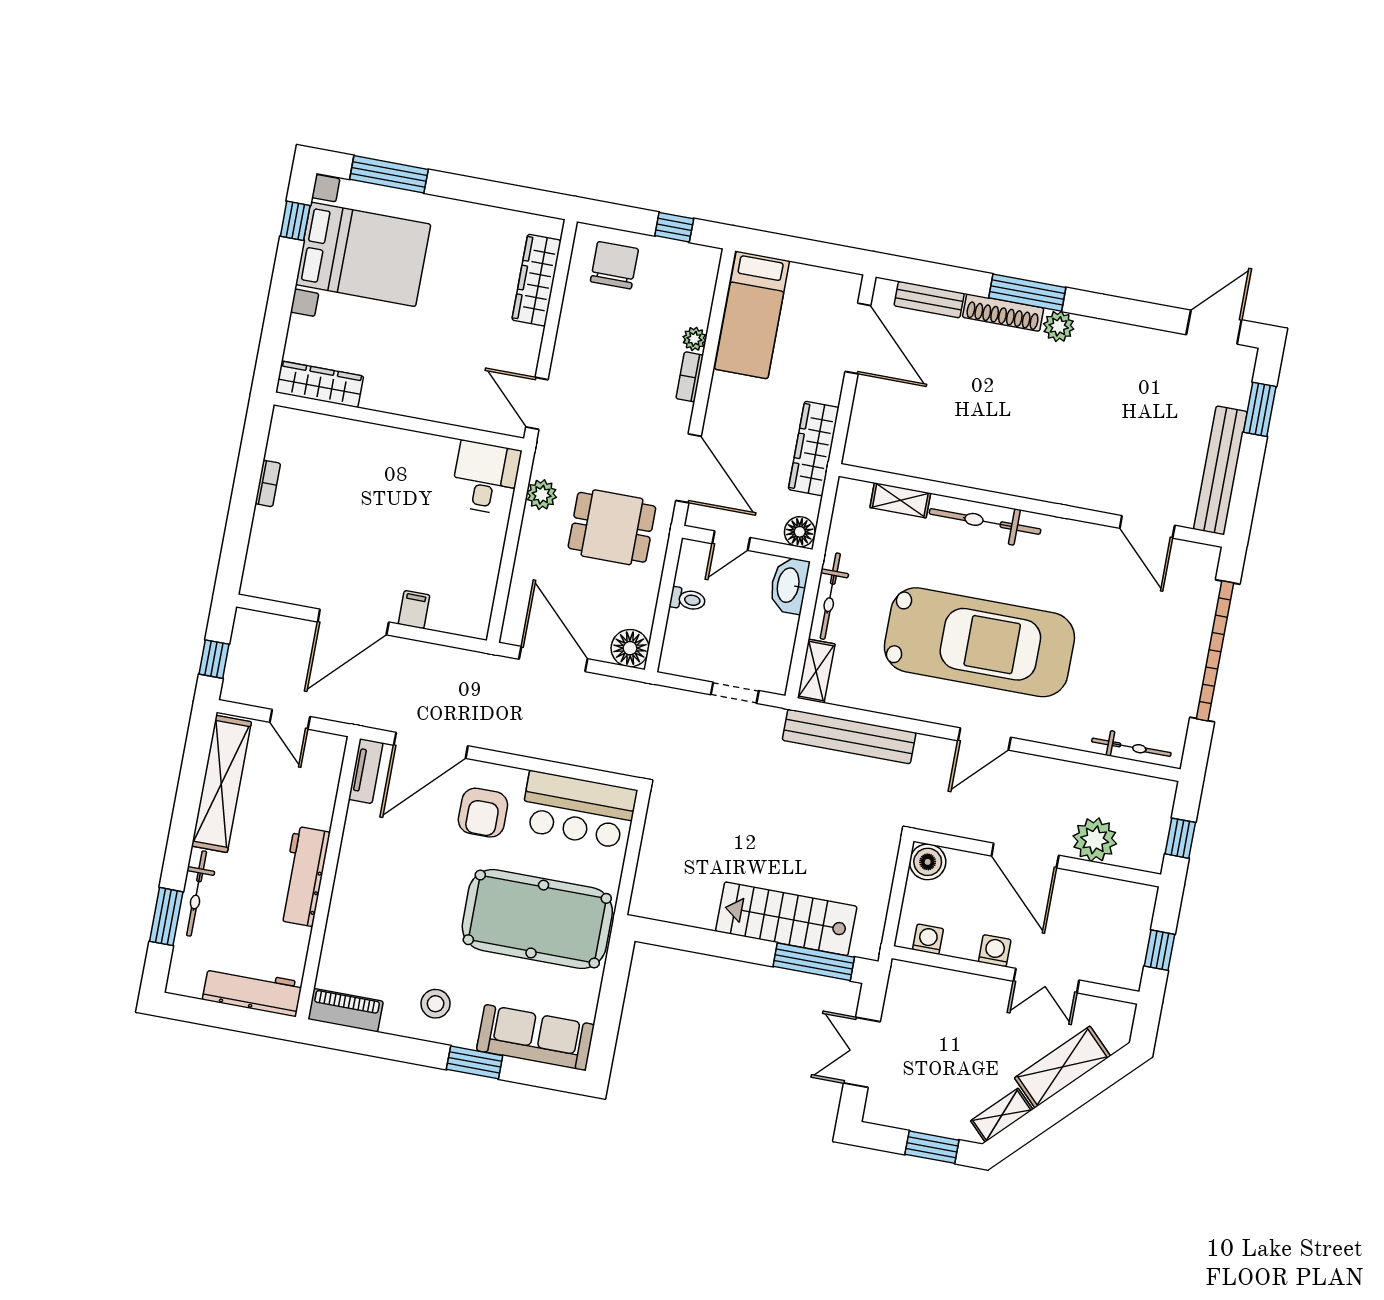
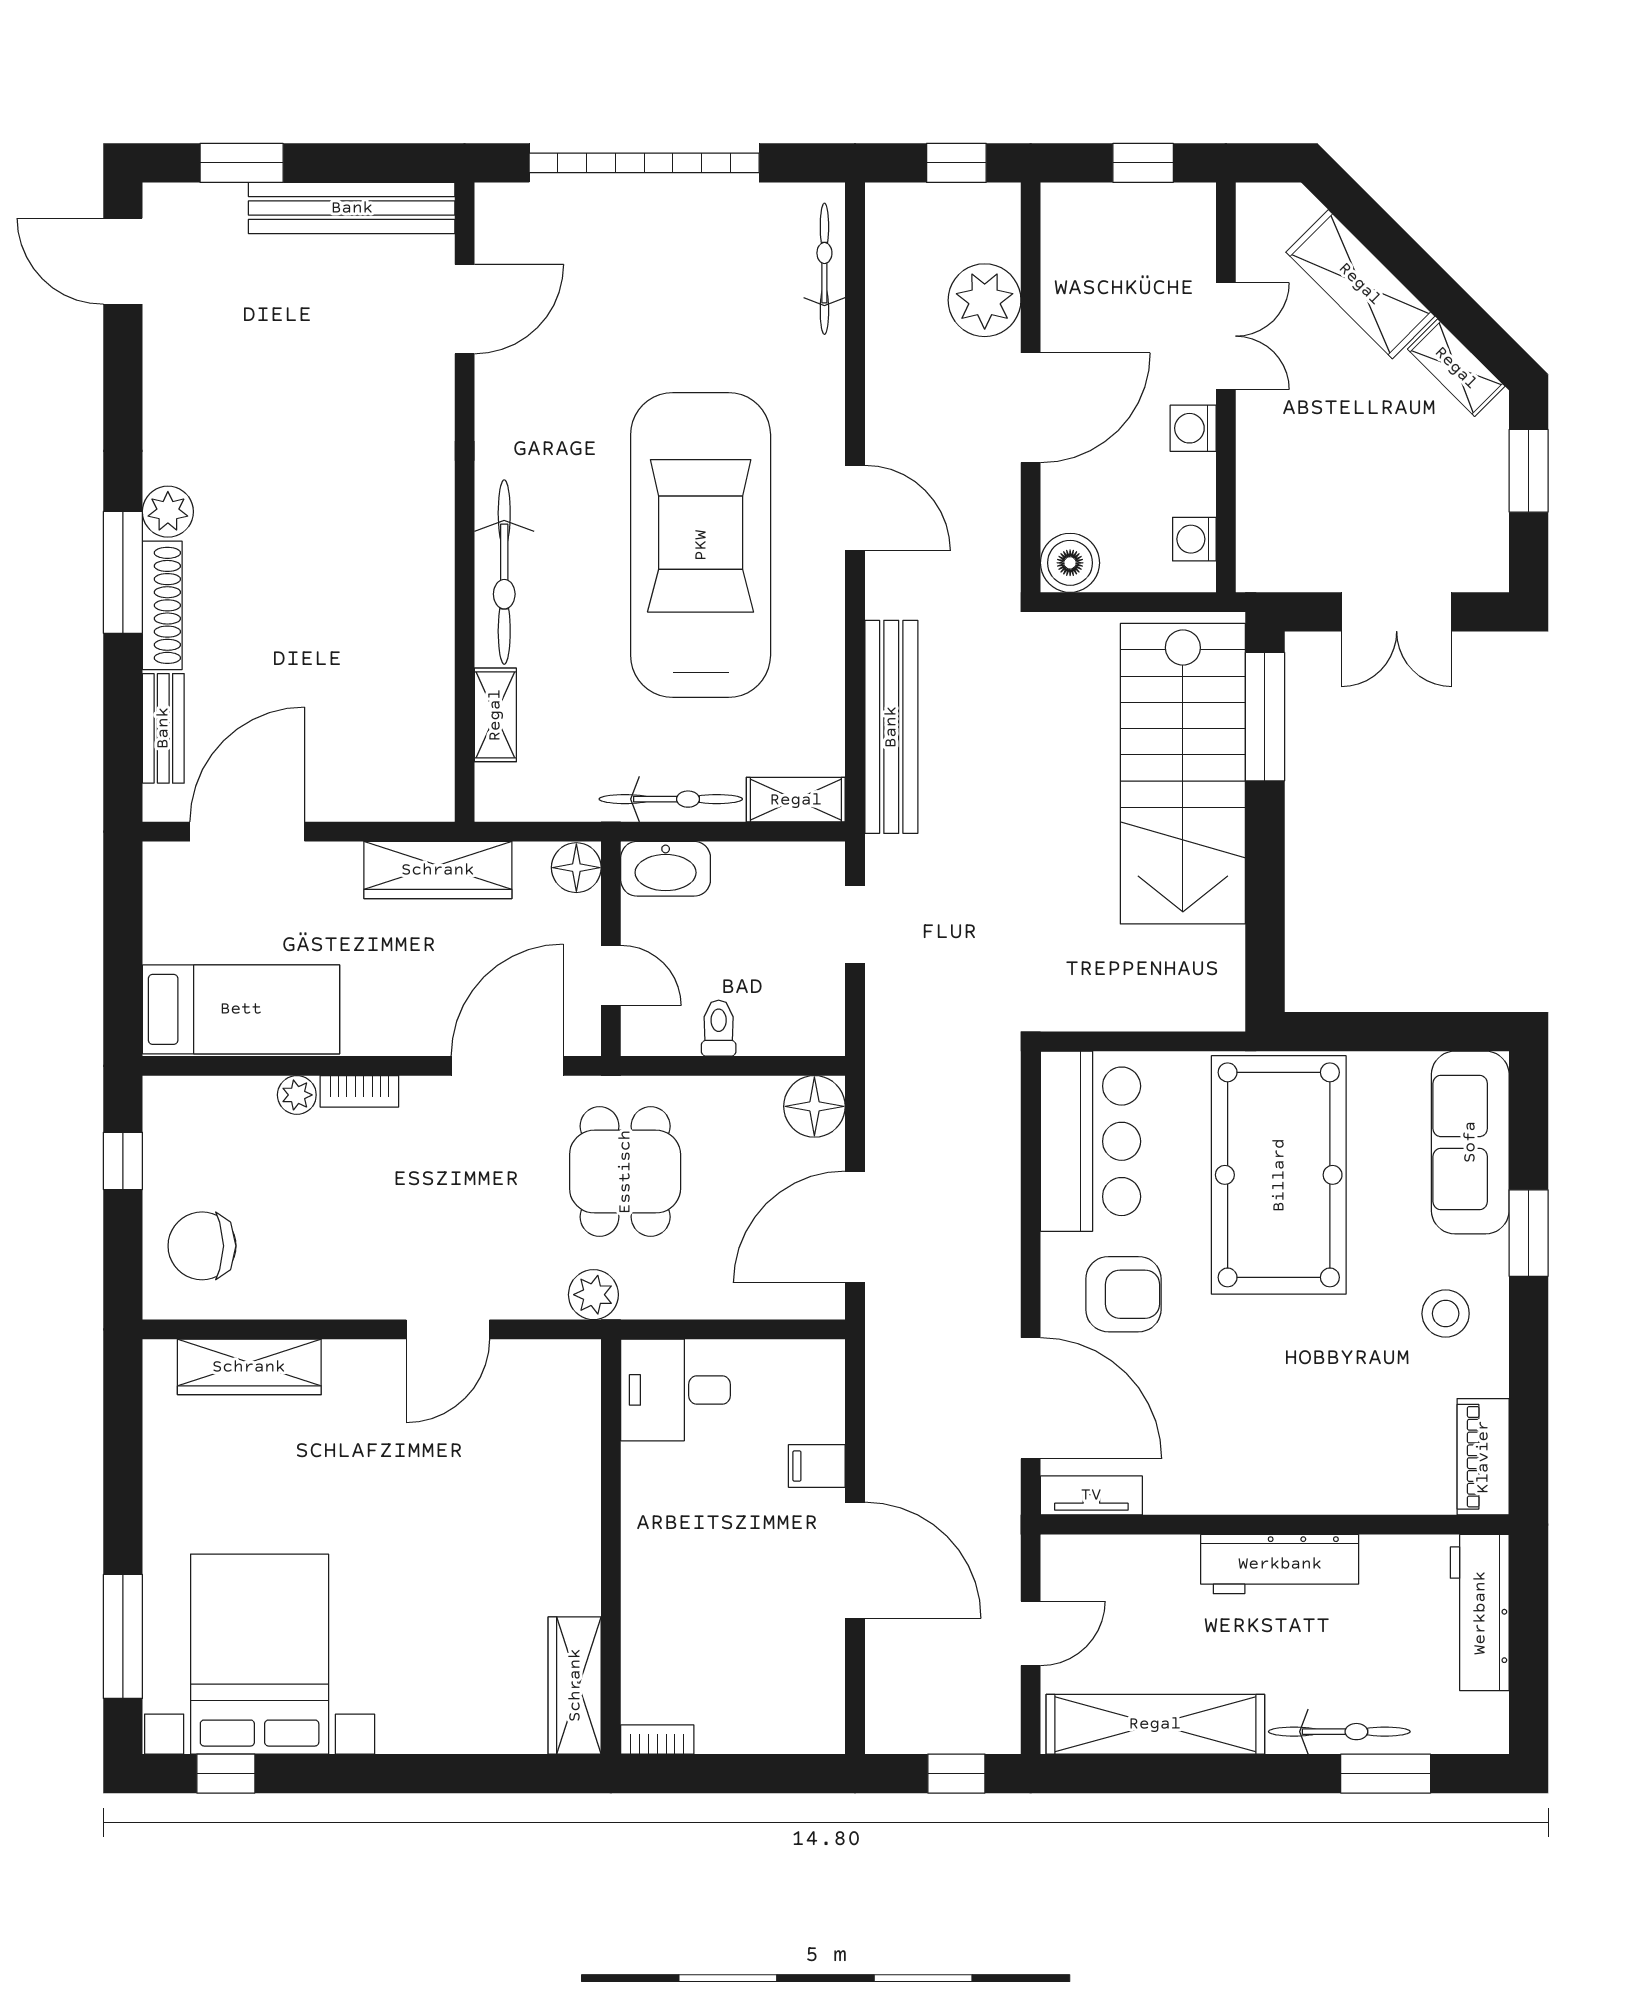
wardrobe: (320, 384) -> (575, 1685), moved
wall: (399, 421) -> (611, 1547), moved
desk: (486, 478) -> (676, 1390), moved
stairs: (786, 919) -> (1183, 774), width x1.36, depth x1.51

